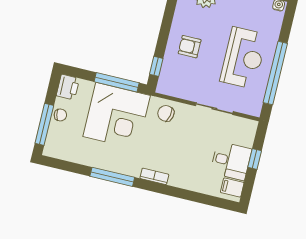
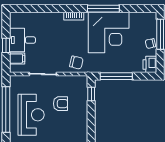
armchair: (190, 47) -> (61, 104), moved
reception desk: (243, 58) -> (31, 115), turned 180
corner desk: (117, 116) -> (109, 32), moved, turned 180
filing cabinet: (232, 188) -> (17, 59), moved

